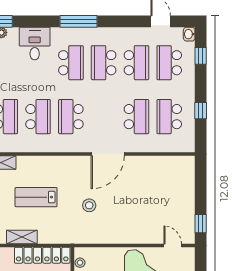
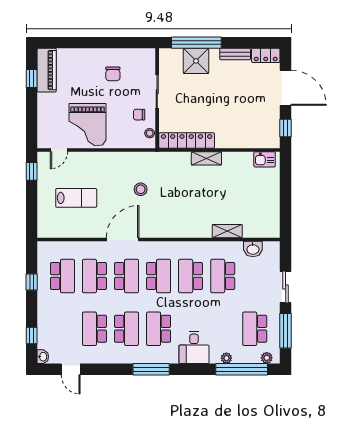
school desk: (169, 63) -> (127, 276), moved
lab bench: (36, 197) -> (76, 198), moved
door: (173, 245) -> (59, 150), hinge flipped

